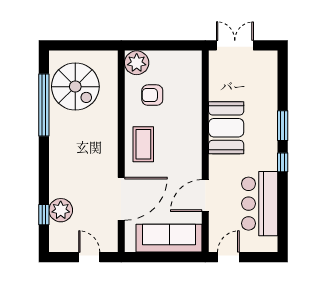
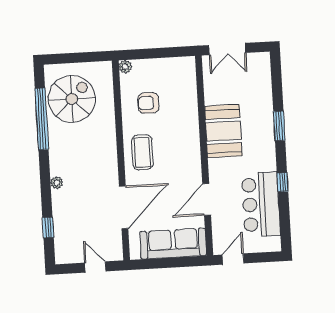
double door: (235, 45) -> (227, 49), swing flipped
plant: (137, 63) -> (125, 67), width x0.53, depth x0.53
spiral stairs: (75, 87) -> (72, 99), turned -90
window: (283, 162) -> (282, 182), moved
plant: (61, 210) -> (57, 183), moved, width x0.53, depth x0.53

